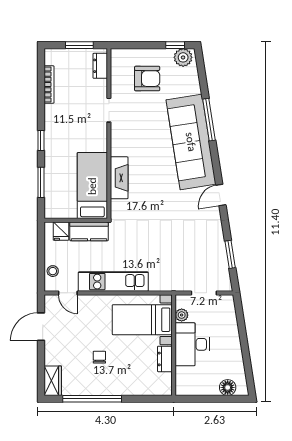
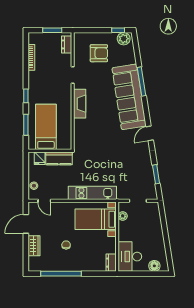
fireplace: (119, 178) -> (80, 104), moved
bed: (92, 186) -> (46, 127), moved
kitchen unit: (113, 282) -> (92, 193), moved
desk: (192, 344) -> (130, 257), moved
dresser: (165, 359) -> (111, 263), moved
wardrobe: (53, 381) -> (34, 246), moved

